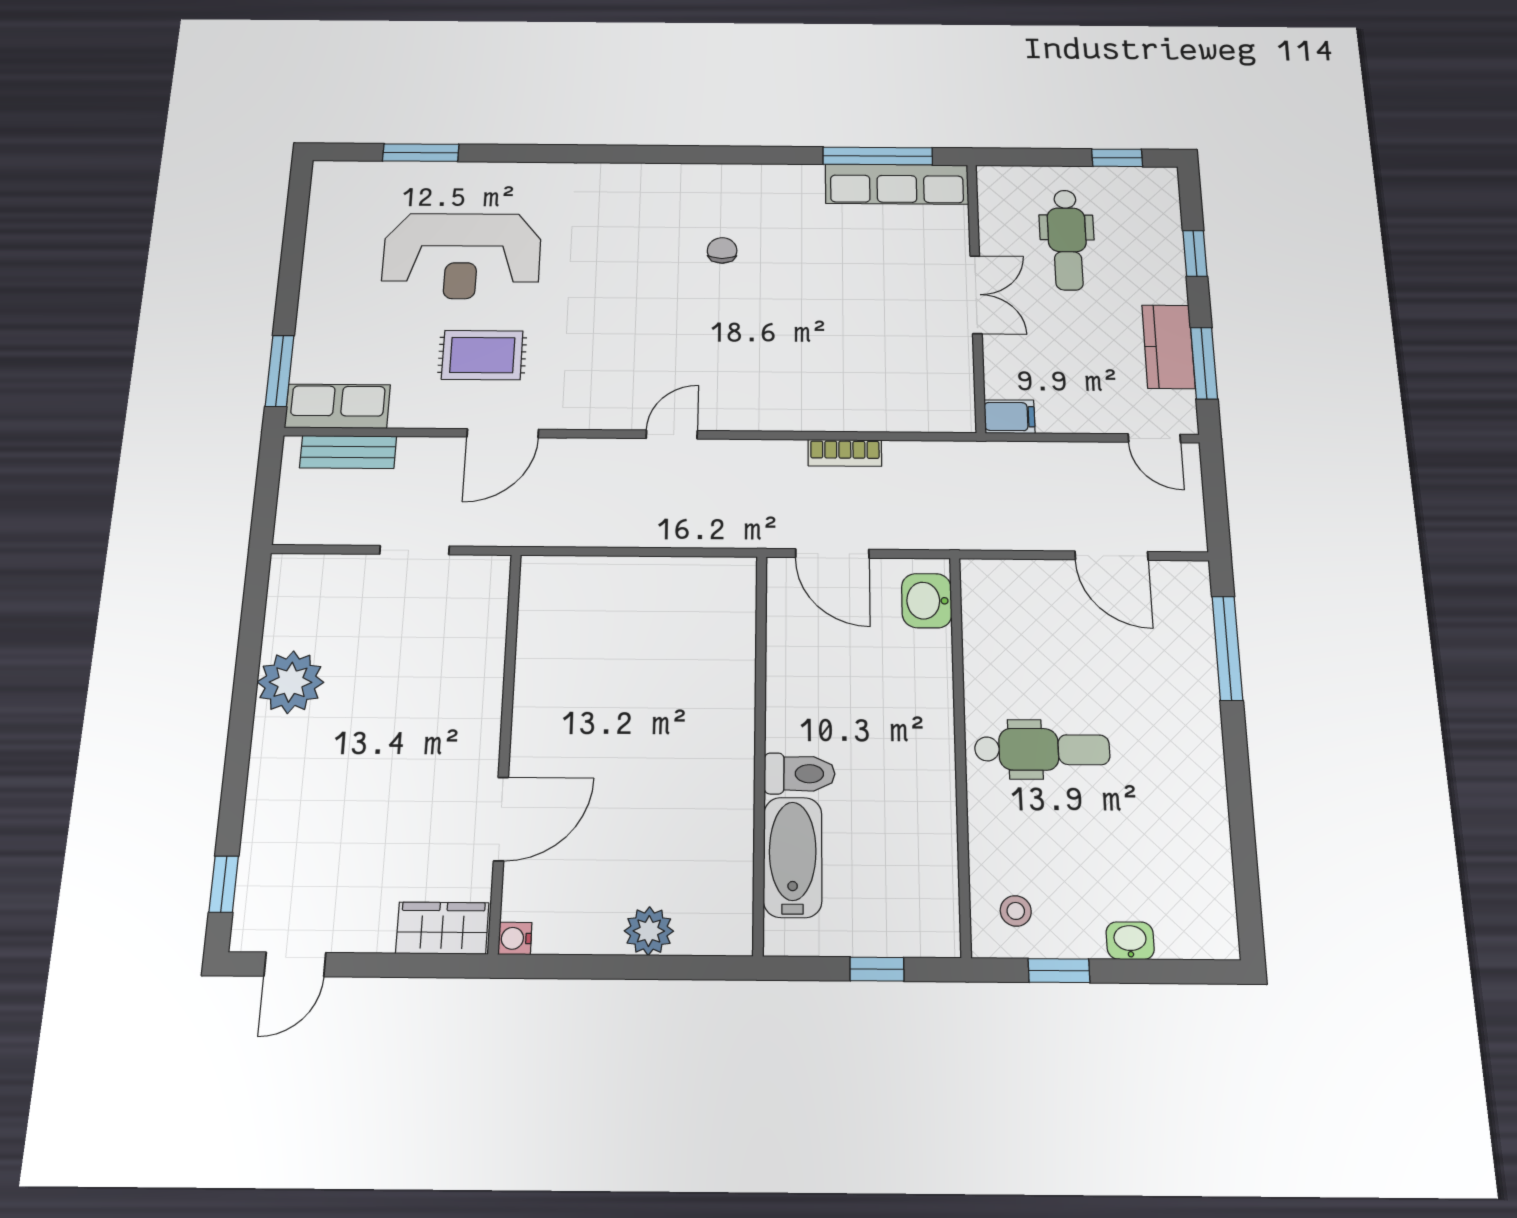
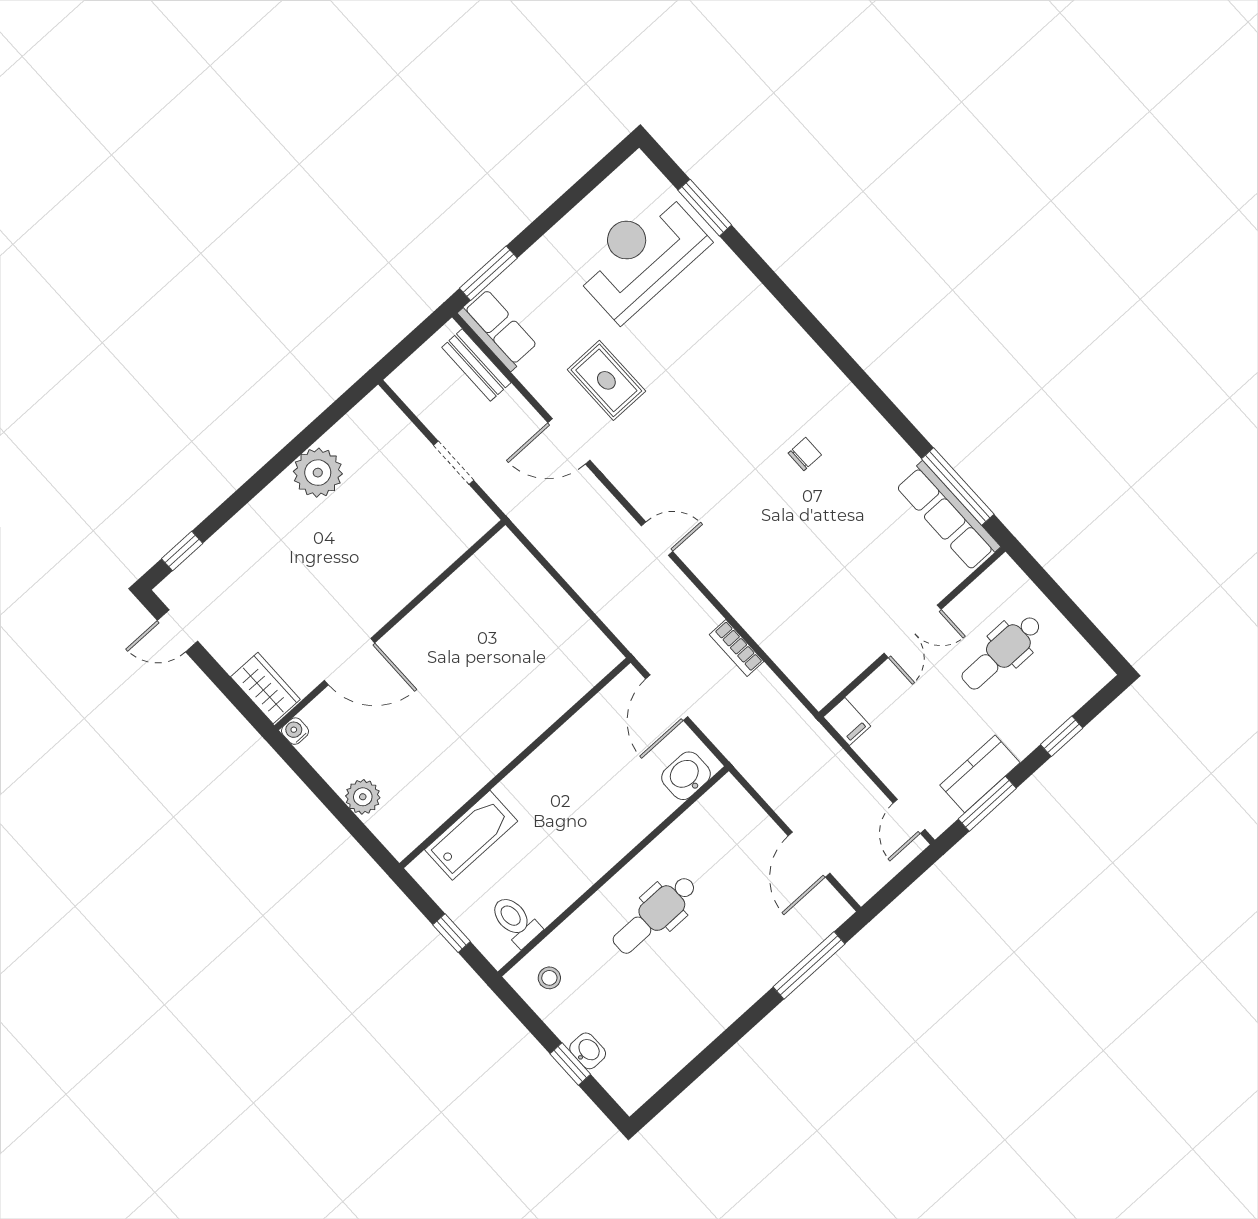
window: (1117, 158) -> (1090, 633), removed
reception desk: (462, 256) -> (640, 255), moved, turned 90
dental chair: (1042, 749) -> (655, 915), turned 90
toilet: (800, 774) -> (515, 921), moved, turned 180
window: (1059, 971) -> (570, 1064), moved

